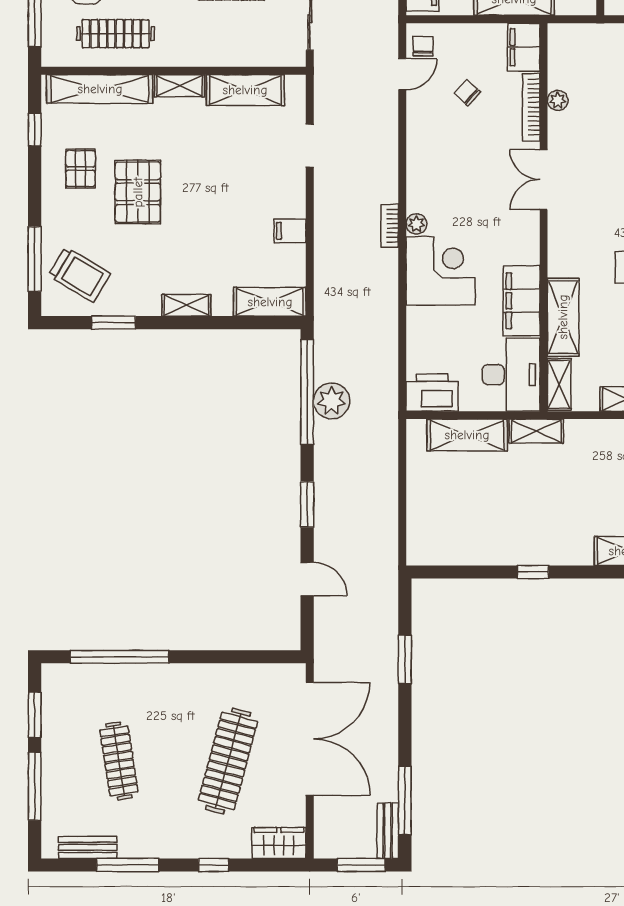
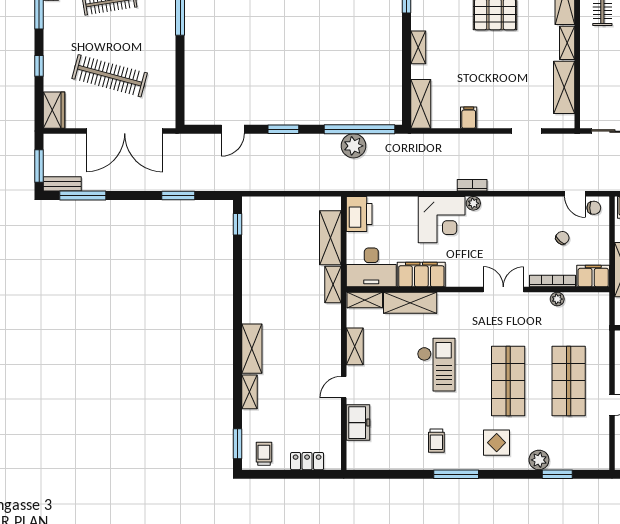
window: (533, 572) -> (238, 224), moved

